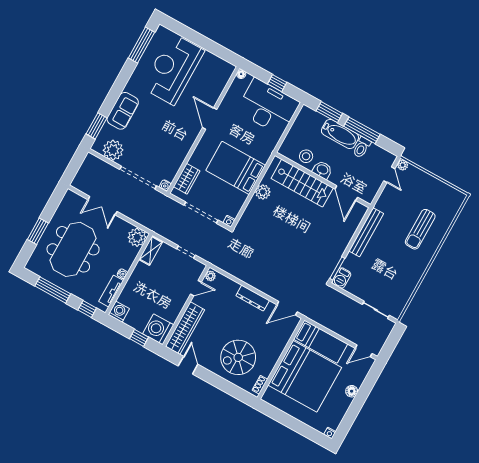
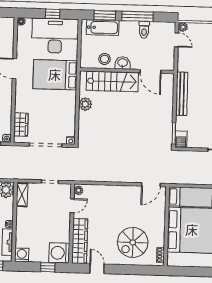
bathtub: (340, 134) -> (103, 27), moved
bed: (236, 168) -> (55, 75), moved
dresser: (253, 298) -> (120, 191), removed

